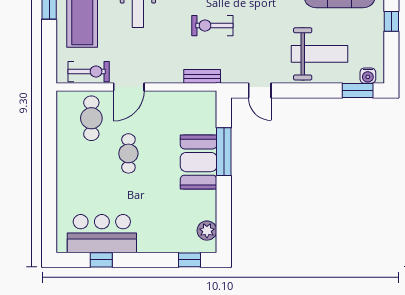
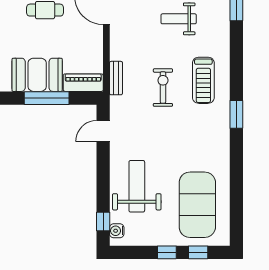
weight bench: (320, 54) -> (137, 186), turned 180
window: (358, 91) -> (103, 221), width x0.67
piano: (207, 112) -> (83, 83), added

